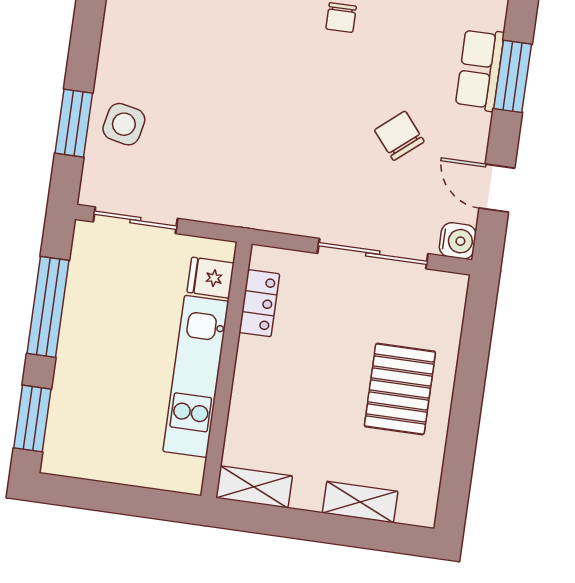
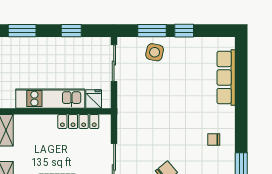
window: (84, 50) -> (184, 31), added
locker: (259, 303) -> (78, 122), width x1.53
window: (48, 307) -> (71, 31), width x0.46

